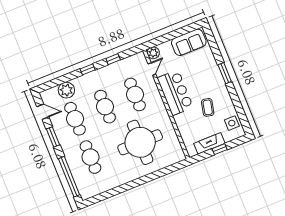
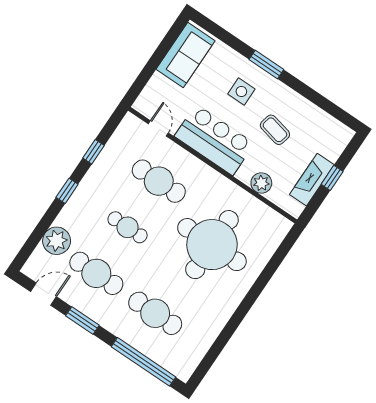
plant: (153, 53) -> (261, 183), moved
cafe table: (105, 107) -> (128, 227), width x0.73, depth x0.74
side table: (232, 123) -> (241, 91), moved

